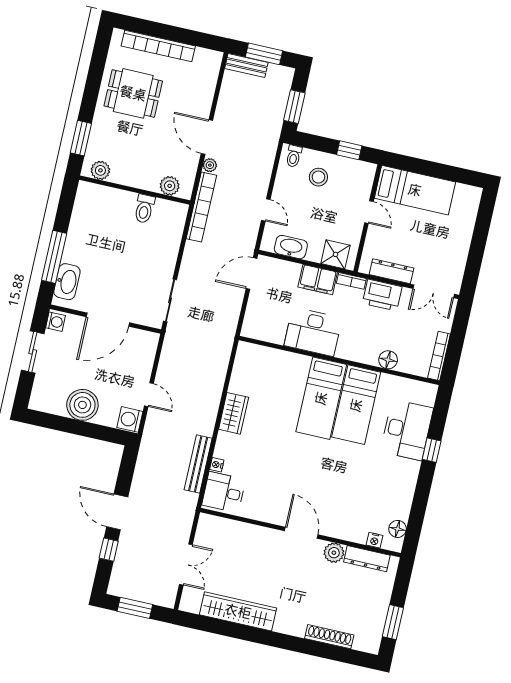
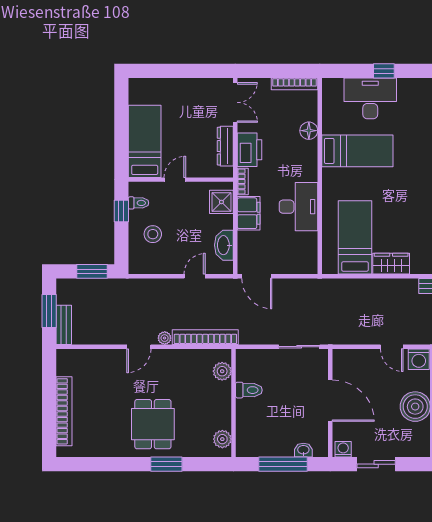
dining table: (133, 93) -> (153, 424), moved
door: (207, 137) -> (139, 347), width x0.73
toilet: (294, 156) -> (138, 203), moved
plant: (100, 170) -> (222, 439), moved
plant: (170, 186) -> (222, 371), moved
wall: (135, 190) -> (234, 403), moved
toilet: (144, 209) -> (249, 390), moved
washbasin: (67, 282) -> (303, 450), width x0.52, depth x0.69
door: (149, 395) -> (392, 347), swing flipped
bed: (321, 398) -> (355, 237), moved, turned -90

